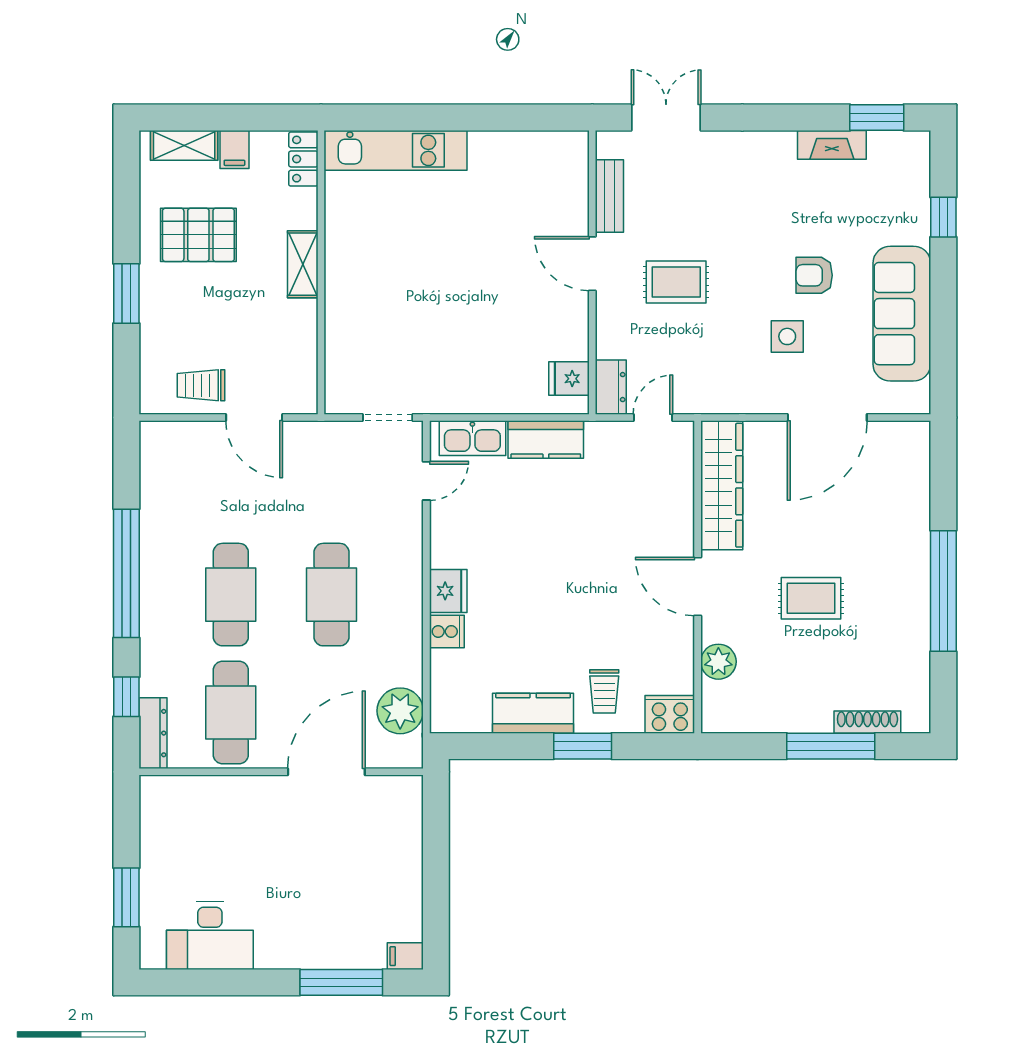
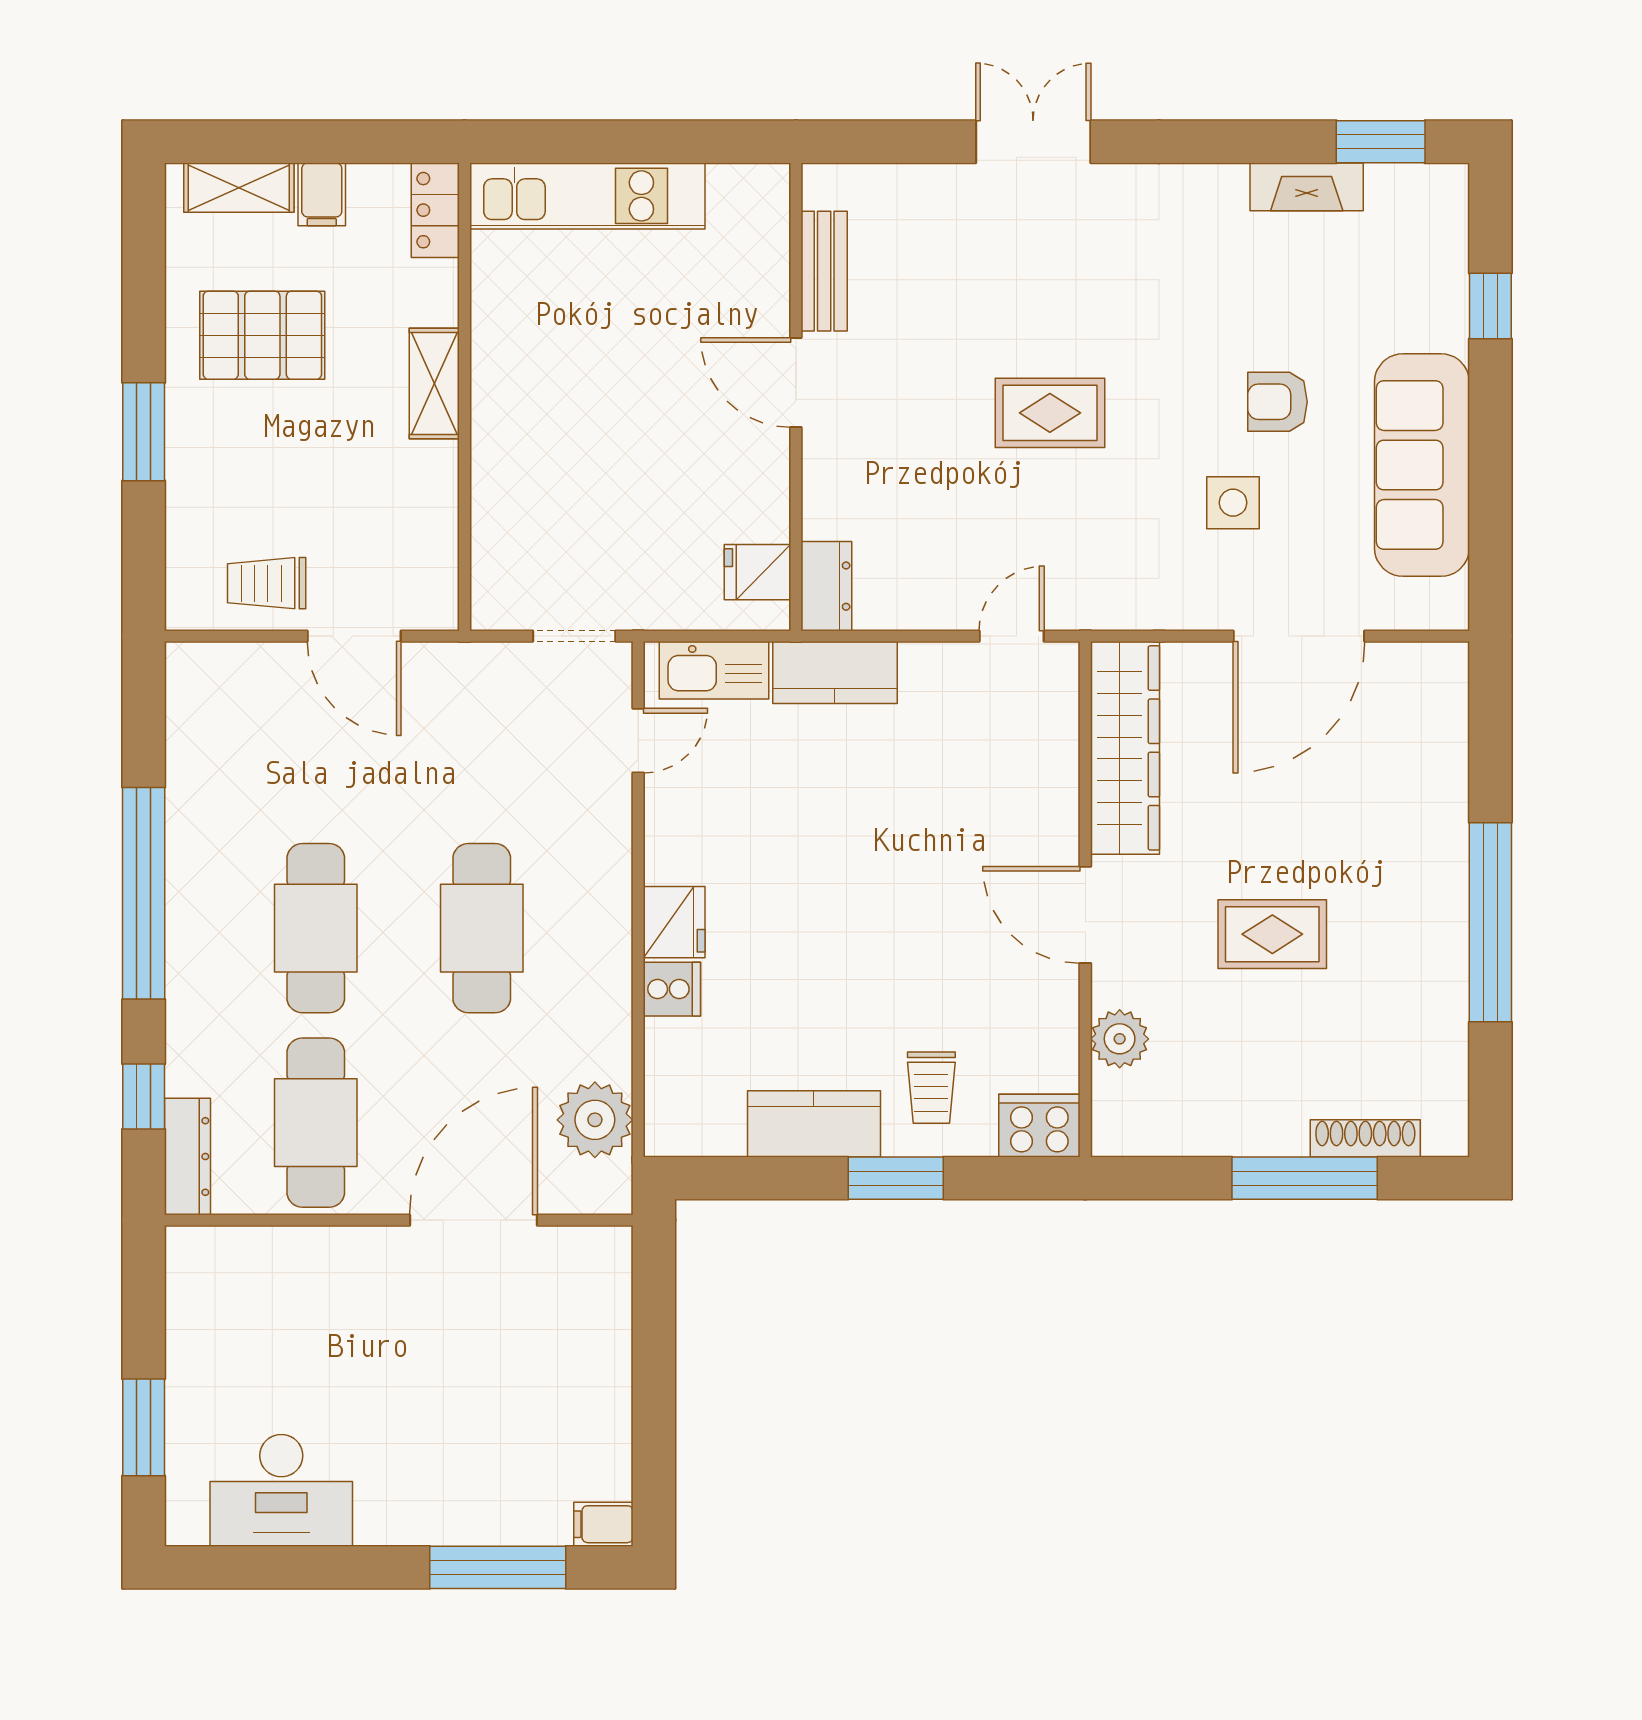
bench: (609, 196) -> (824, 271), moved
door: (592, 264) -> (796, 383), moved
wall: (592, 272) -> (796, 397), moved
fridge: (569, 379) -> (757, 572), moved
dresser: (611, 387) -> (826, 586), moved

